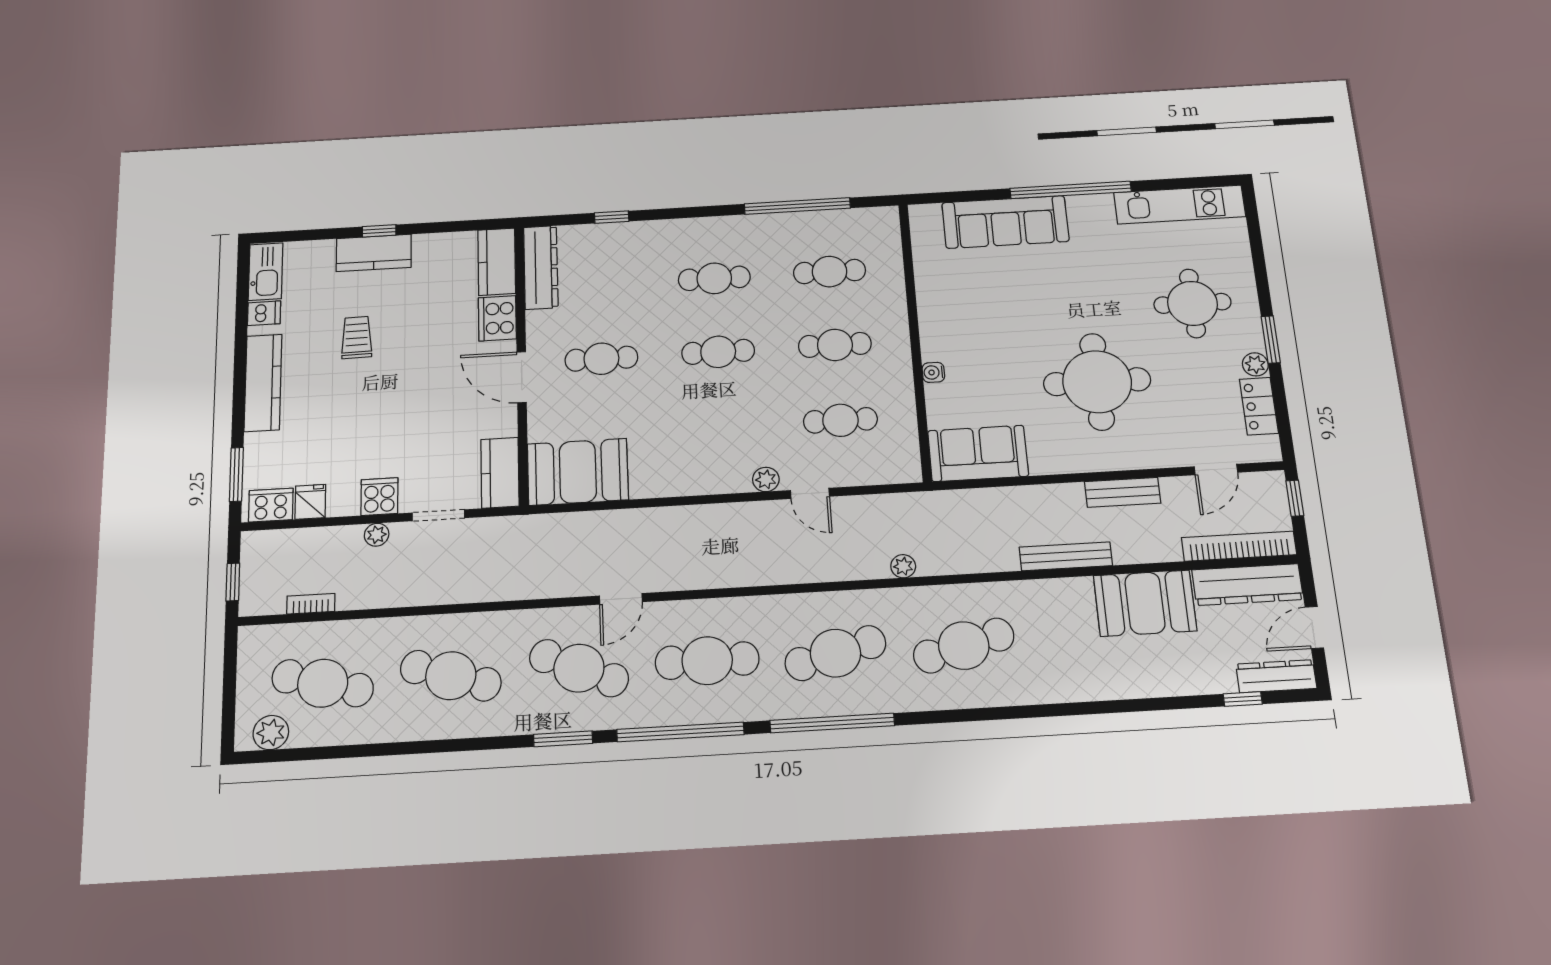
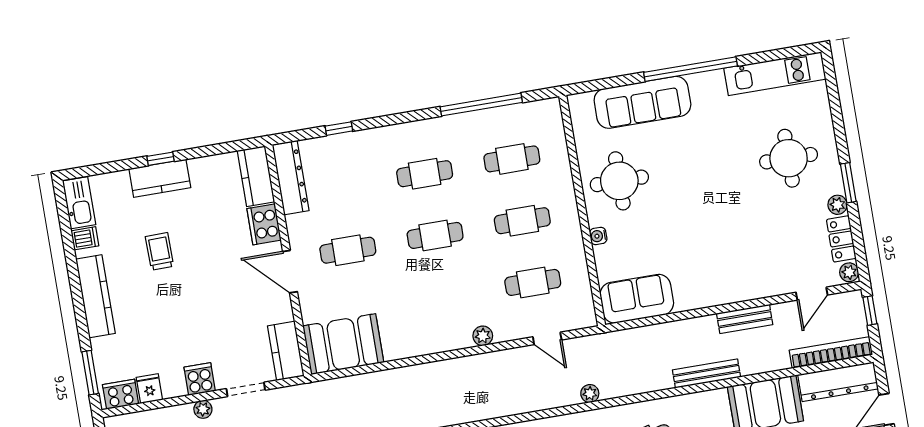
round table: (1097, 382) -> (619, 181), moved, width x0.73, depth x0.73
plant: (1268, 448) -> (849, 272), added
door: (810, 493) -> (547, 338), moved

